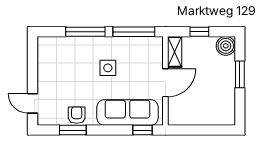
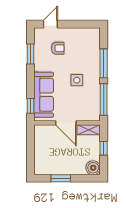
window: (240, 74) -> (61, 178), moved
armchair: (77, 115) -> (58, 48), moved

